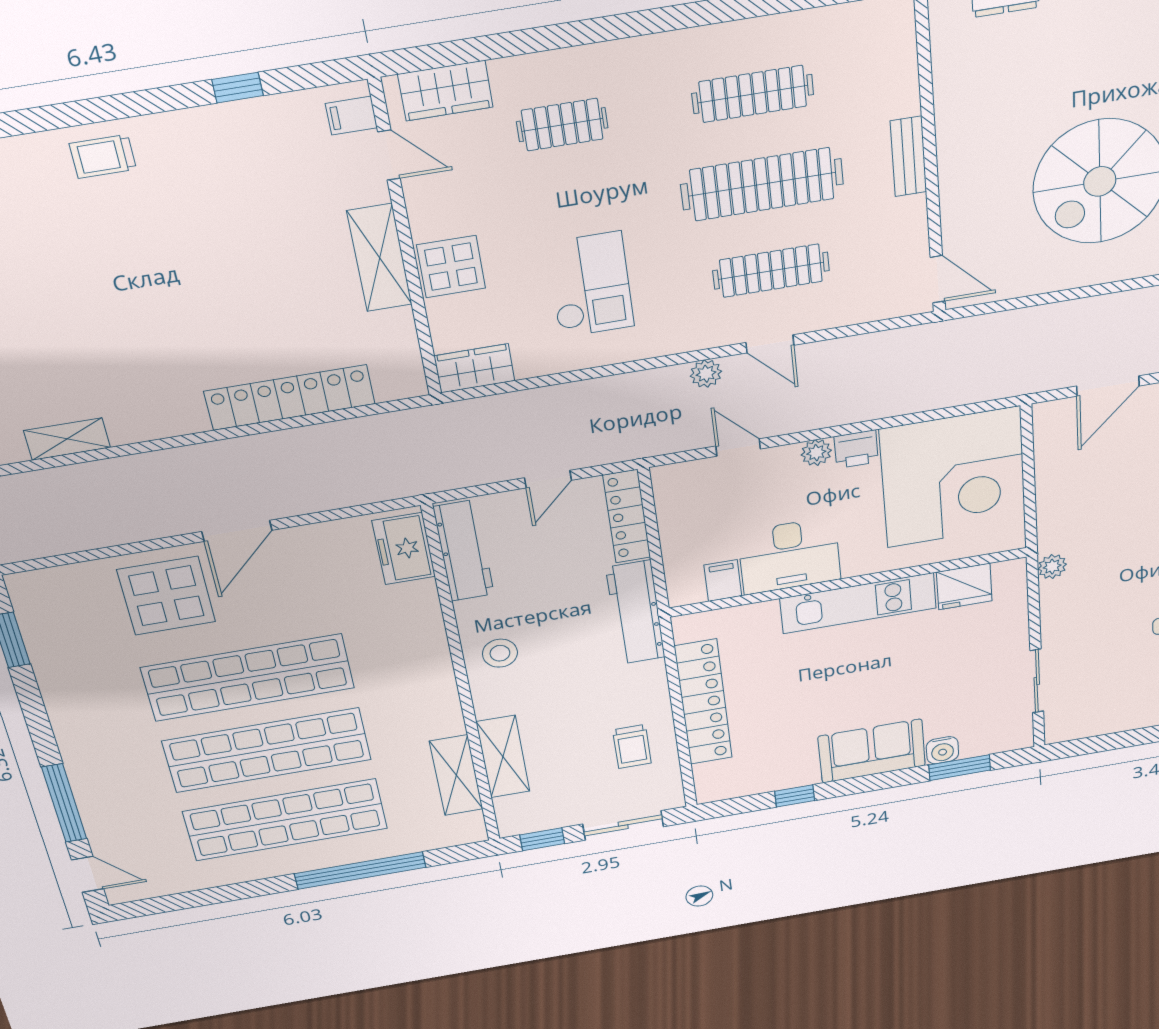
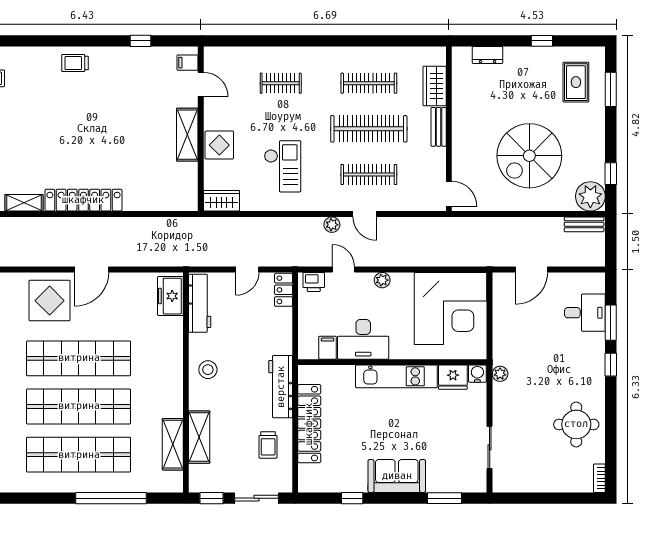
wardrobe: (445, 91) -> (435, 86), moved, turned 90
locker: (290, 398) -> (83, 200), moved
printer: (856, 449) -> (314, 282), moved
locker: (627, 516) -> (283, 290), width x0.66
workbench: (636, 613) -> (281, 387), moved
water cooler: (942, 750) -> (477, 374), moved, turned 180

